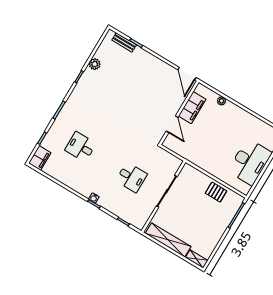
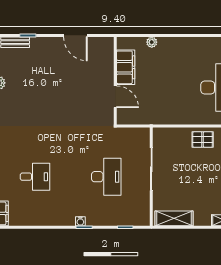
door: (187, 74) -> (75, 35), moved
desk: (81, 147) -> (35, 177), turned 180
desk: (131, 177) -> (106, 177), width x1.37
shelving: (168, 240) -> (174, 218), width x0.68

